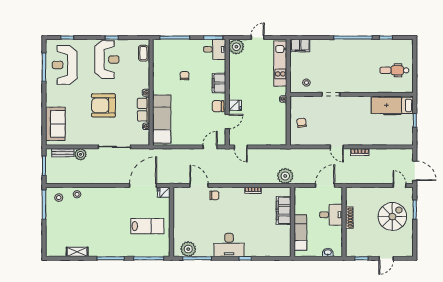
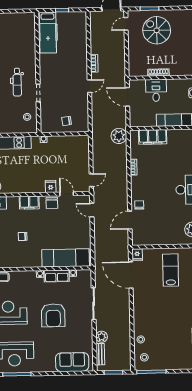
dental chair: (394, 70) -> (17, 82), moved

